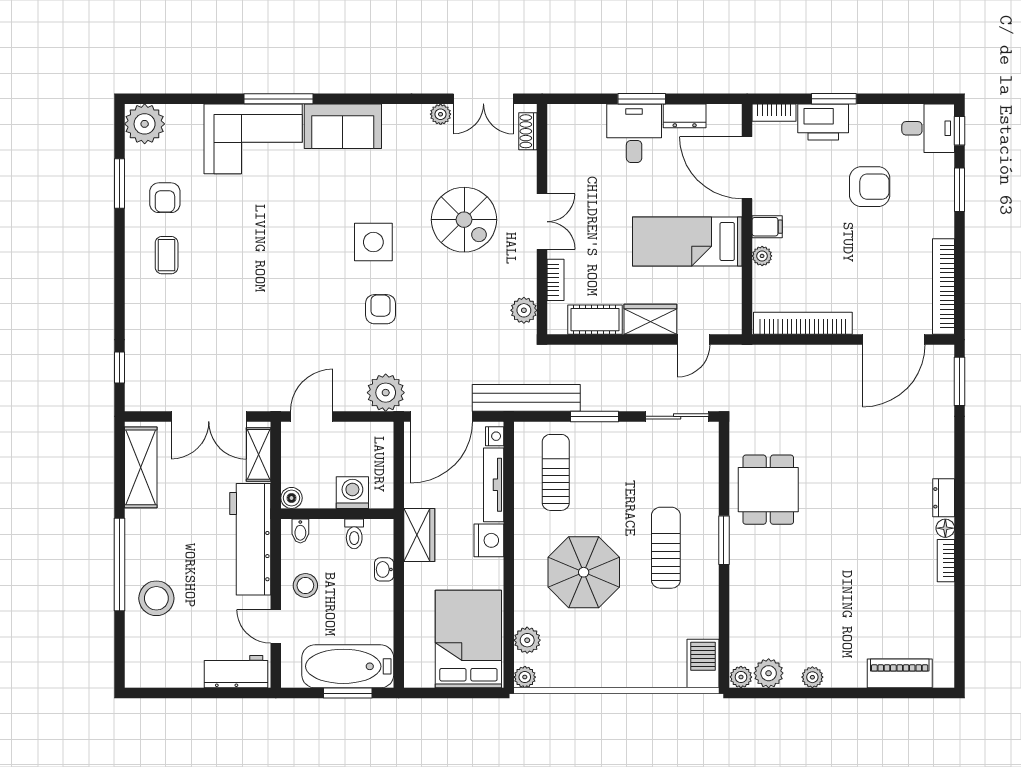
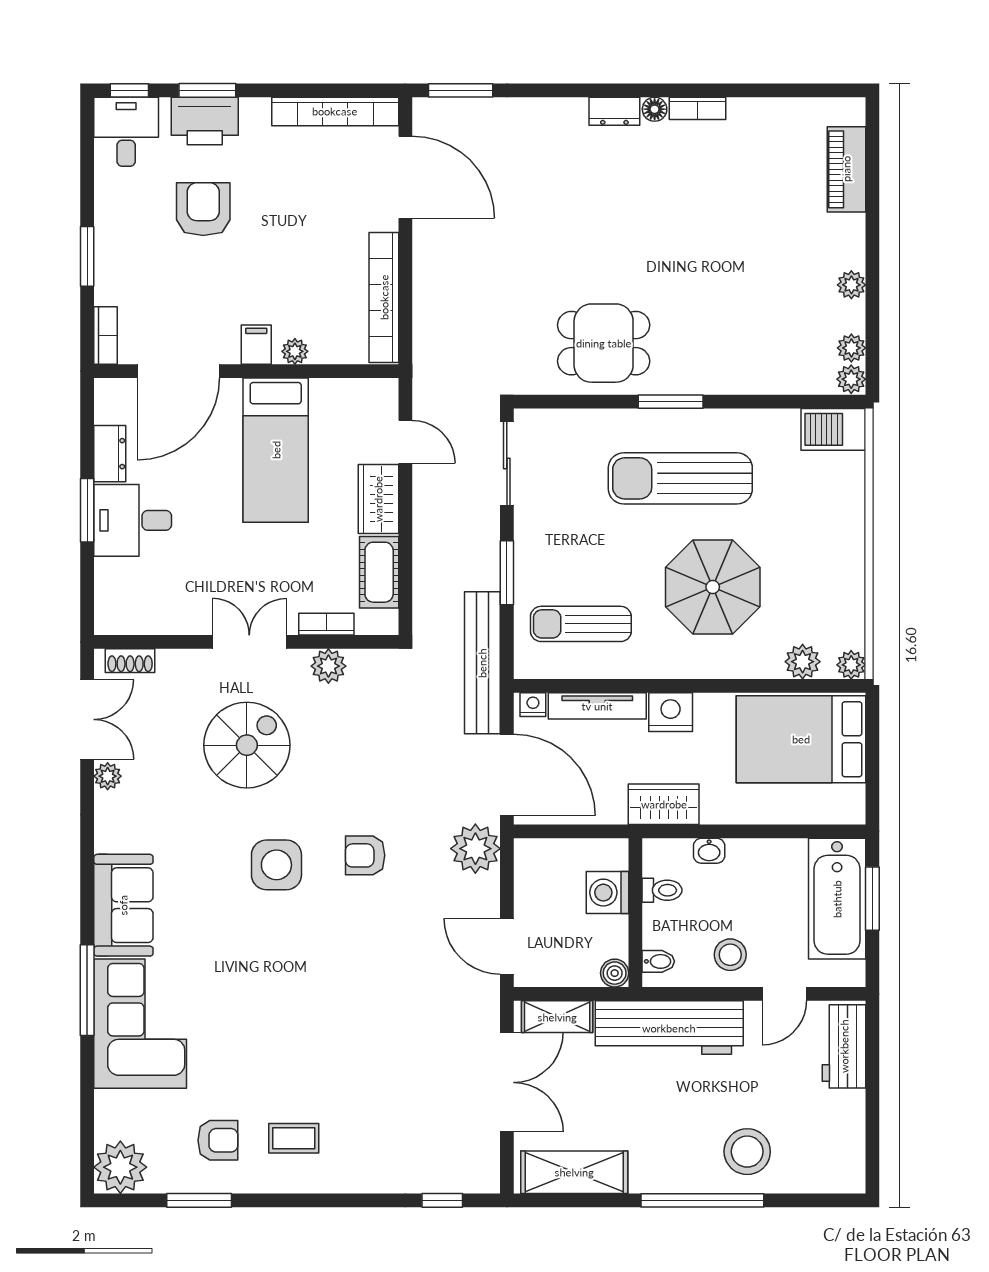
printer: (823, 122) -> (205, 121), moved, turned 90
plant: (524, 310) -> (328, 666), moved
sun lounger: (666, 548) -> (680, 478), width x1.36, depth x1.34
plant: (769, 673) -> (851, 348), width x0.73, depth x0.73

